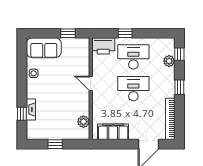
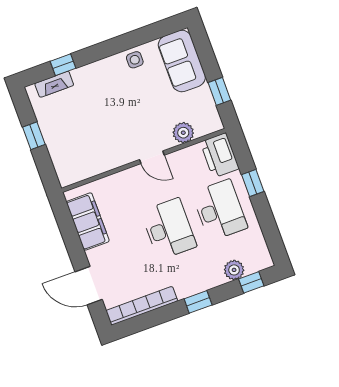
door: (91, 84) -> (152, 157), swing flipped
fireplace: (31, 110) -> (54, 84), moved
plant: (83, 122) -> (183, 133), moved

